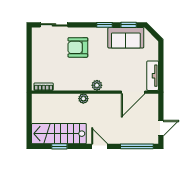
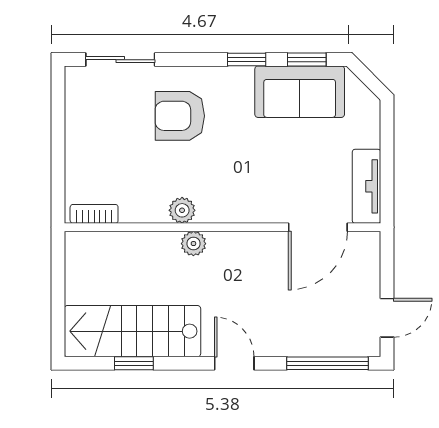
plant: (97, 85) -> (182, 210), moved

